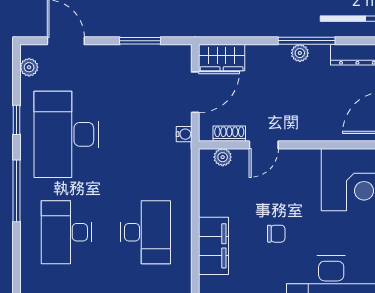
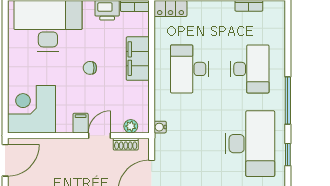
water cooler: (184, 134) -> (160, 127), moved
filing cabinet: (288, 161) -> (81, 123), added

